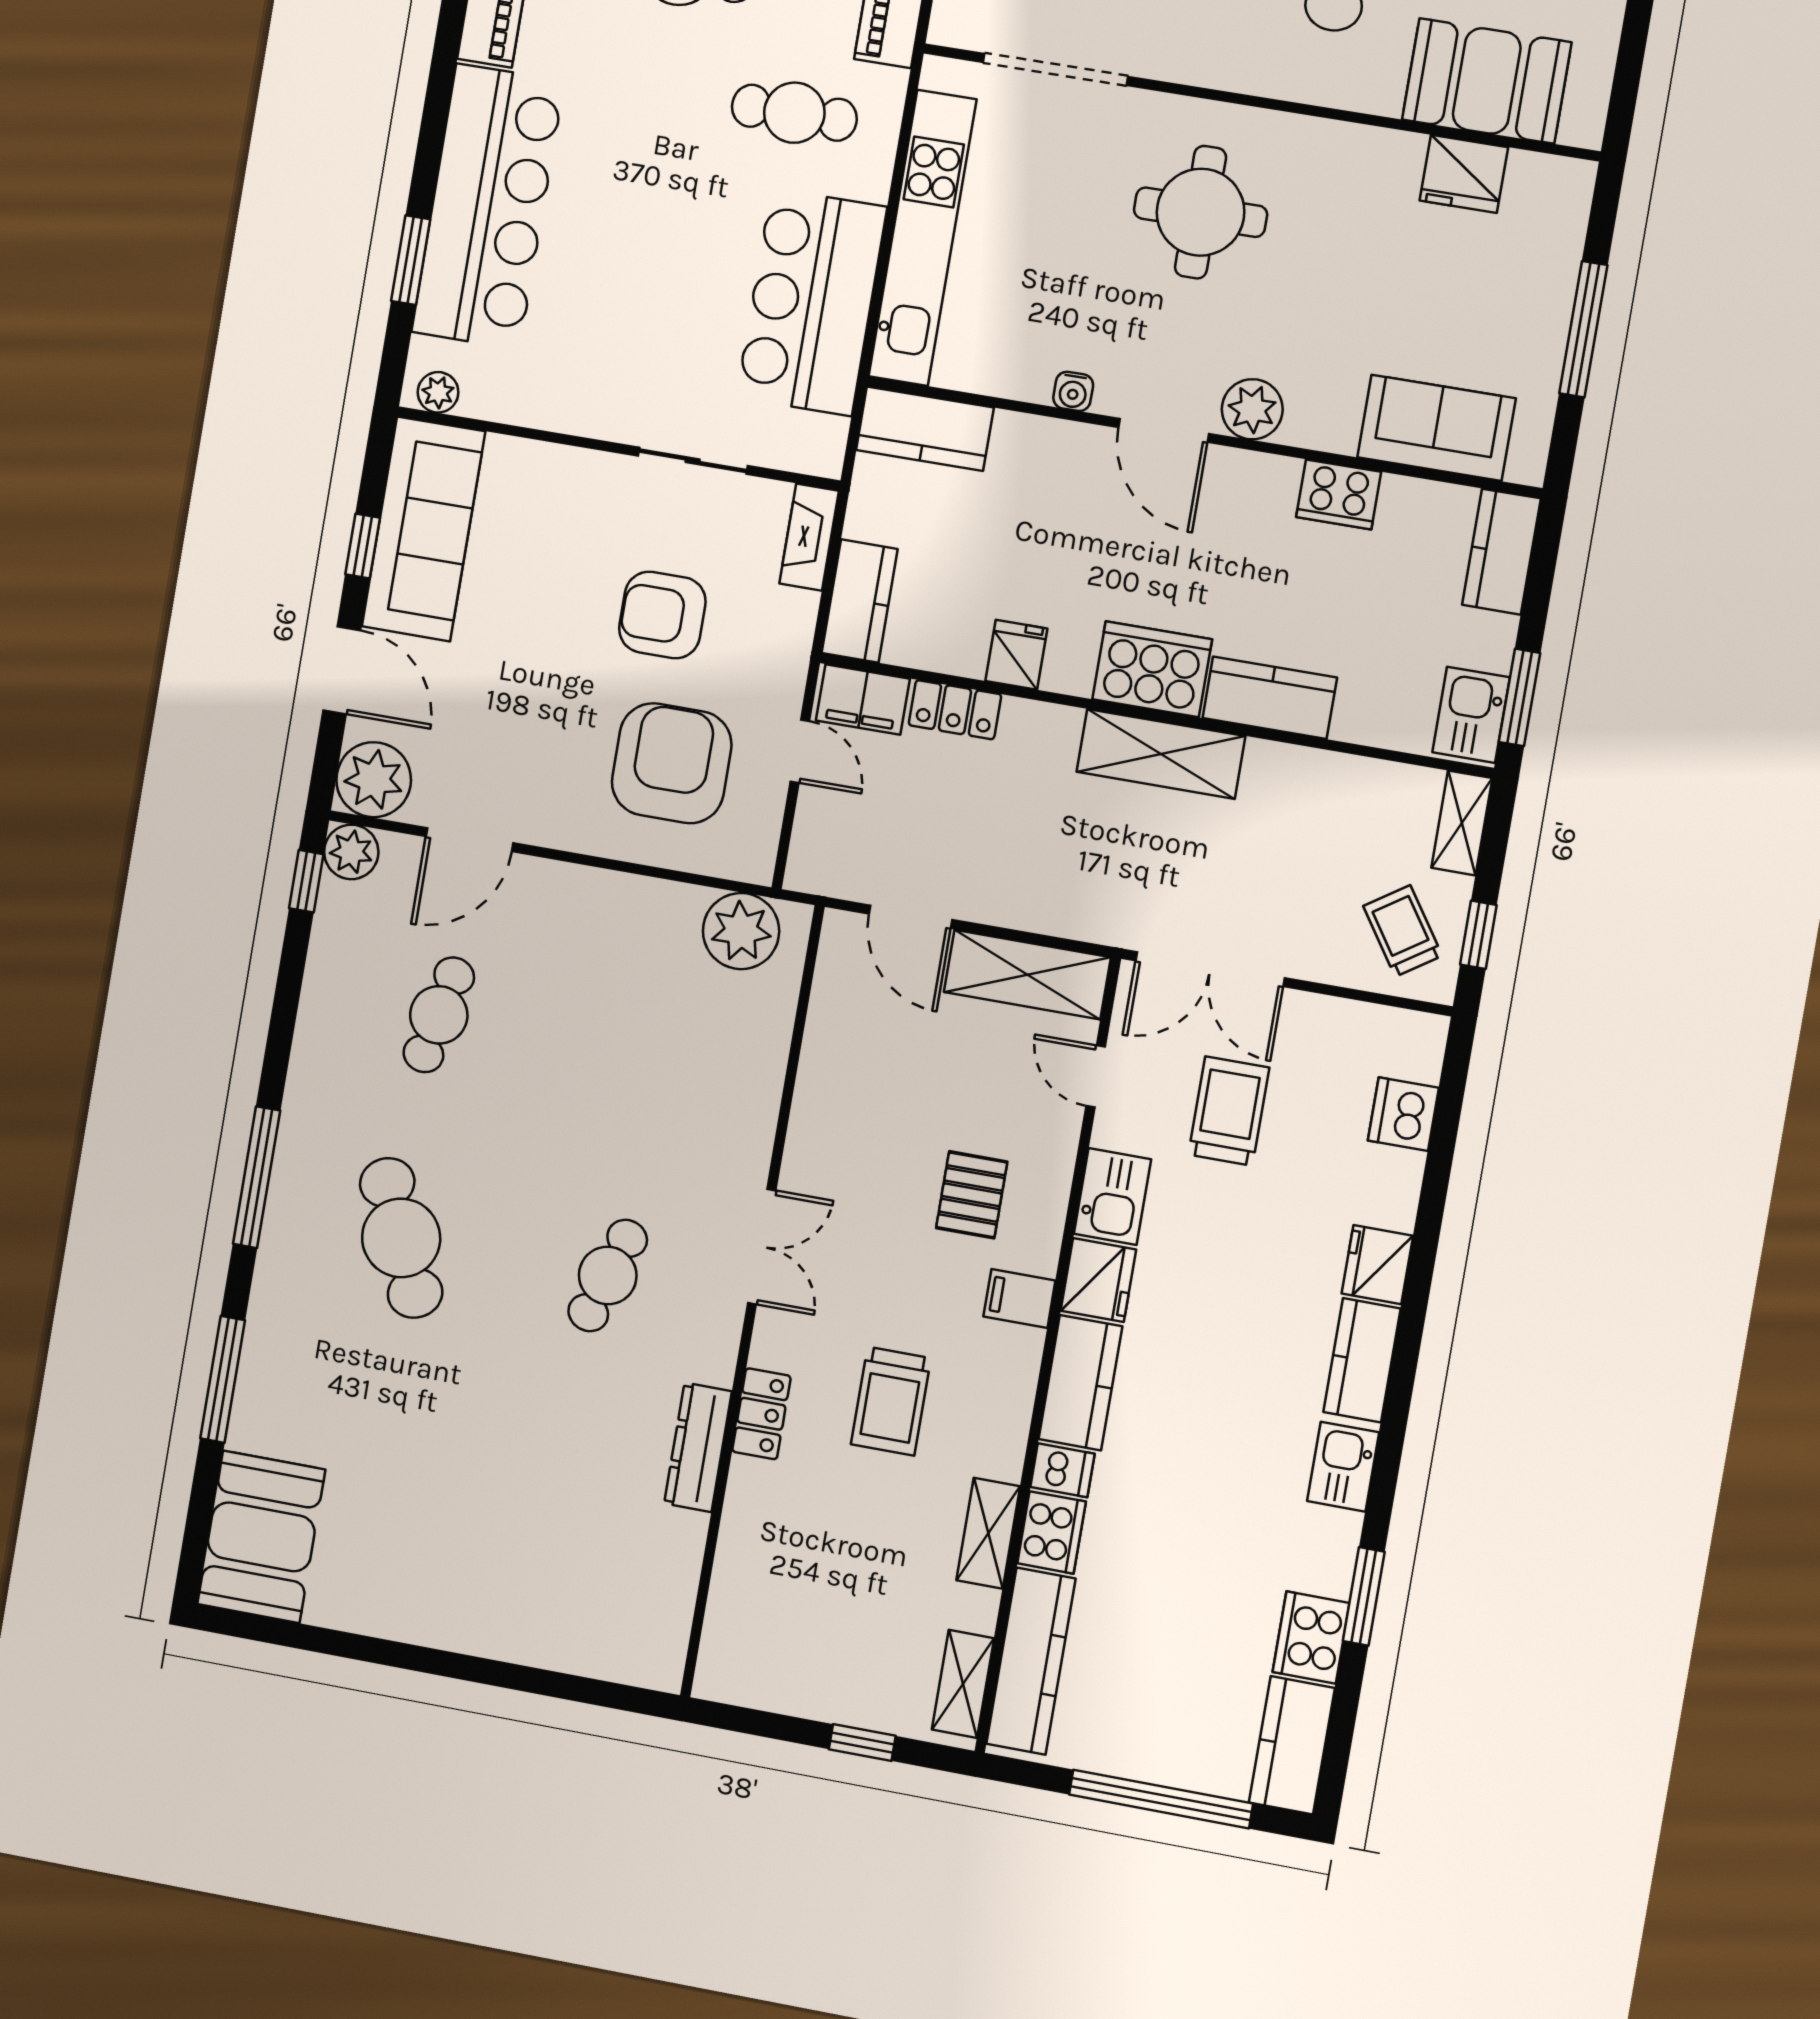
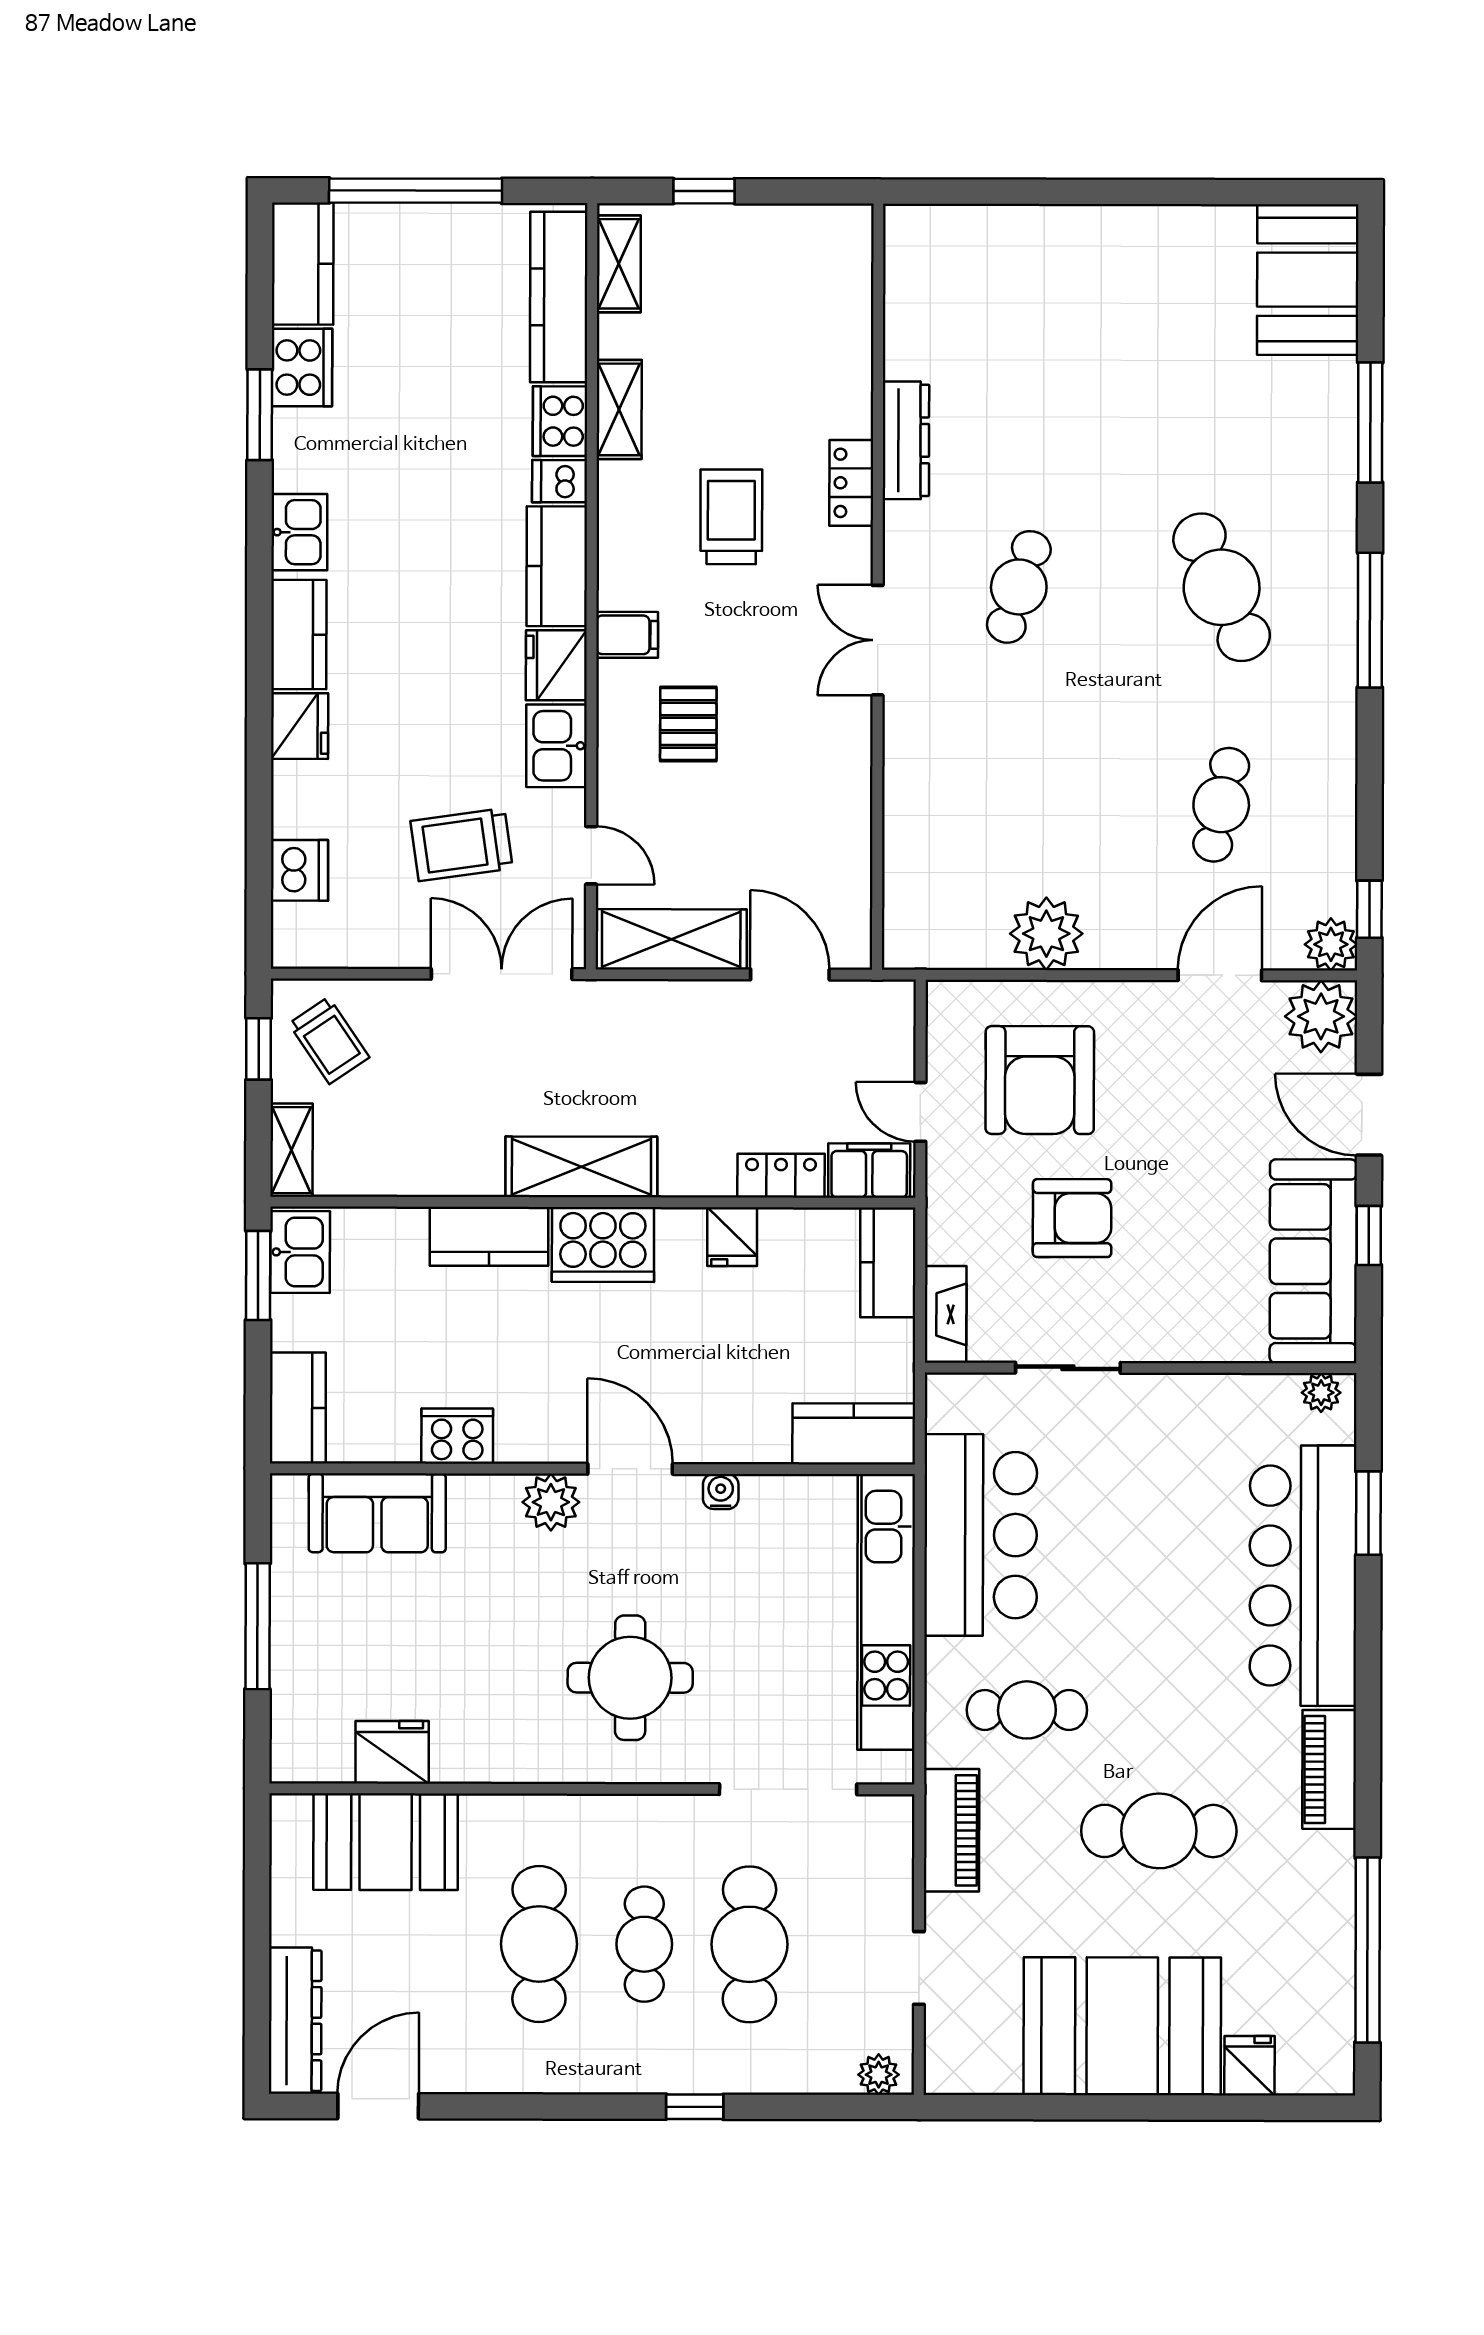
plant: (741, 931) -> (1046, 934), moved
trolley: (1229, 1111) -> (462, 845), turned 82

